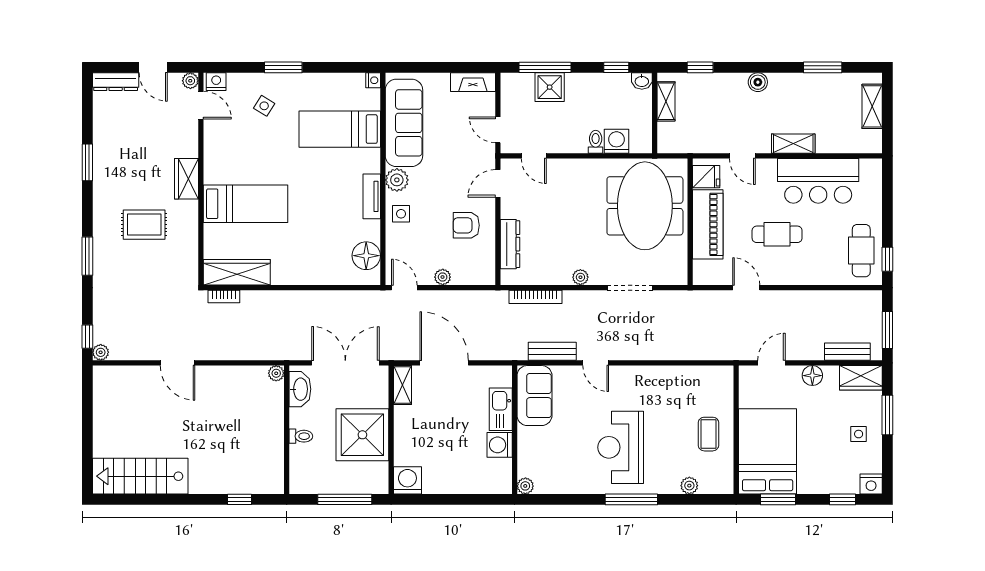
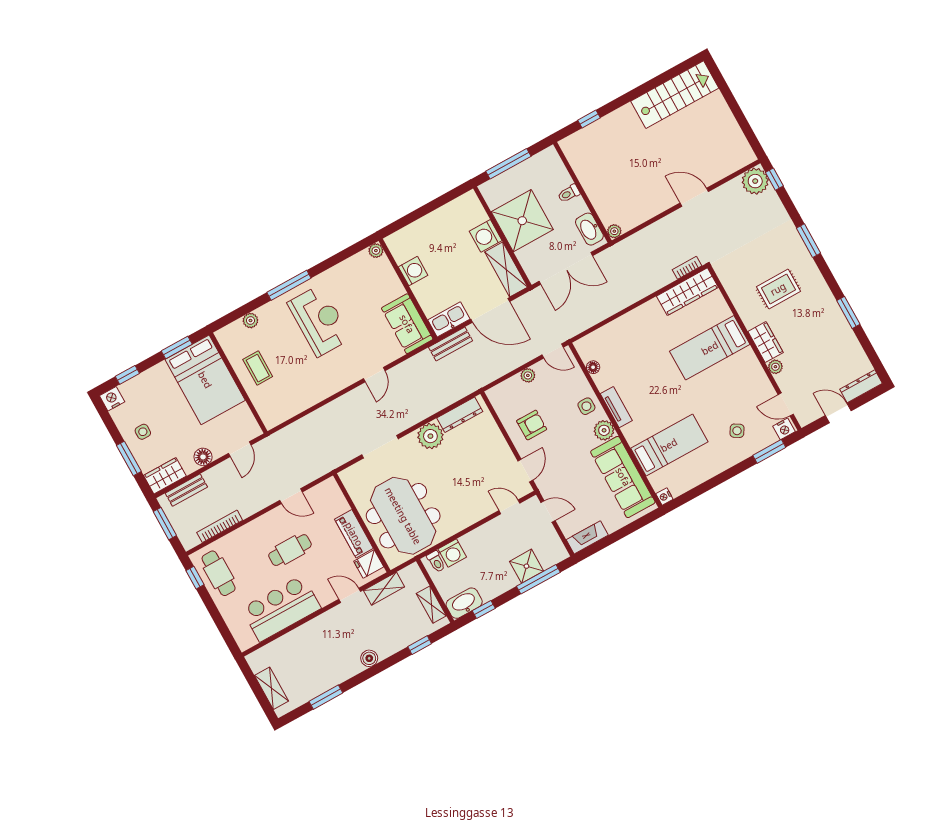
window: (283, 67) -> (769, 451), moved
plant: (190, 81) -> (775, 367), moved
washbasin: (642, 81) -> (464, 603), width x1.91, depth x1.45
toilet: (596, 142) -> (436, 562), moved
shelving: (793, 144) -> (384, 589), moved
piano: (708, 224) -> (354, 534), width x0.73, depth x0.75
dresser: (510, 244) -> (460, 415), moved, turned -90
floor lamp: (366, 256) -> (593, 367), width x0.53, depth x0.53
plant: (580, 277) -> (430, 436), width x1.88, depth x1.88
bookcase: (535, 297) -> (220, 526), moved
bench: (552, 351) -> (451, 344), moved
plant: (101, 352) -> (755, 181), width x1.88, depth x1.88
door: (596, 363) -> (374, 375), swing flipped
shelving: (402, 385) -> (506, 269), width x1.50, depth x1.33
kitchen sink: (501, 409) -> (449, 319), moved, turned -90
washing machine: (407, 480) -> (486, 236), moved, turned 90

